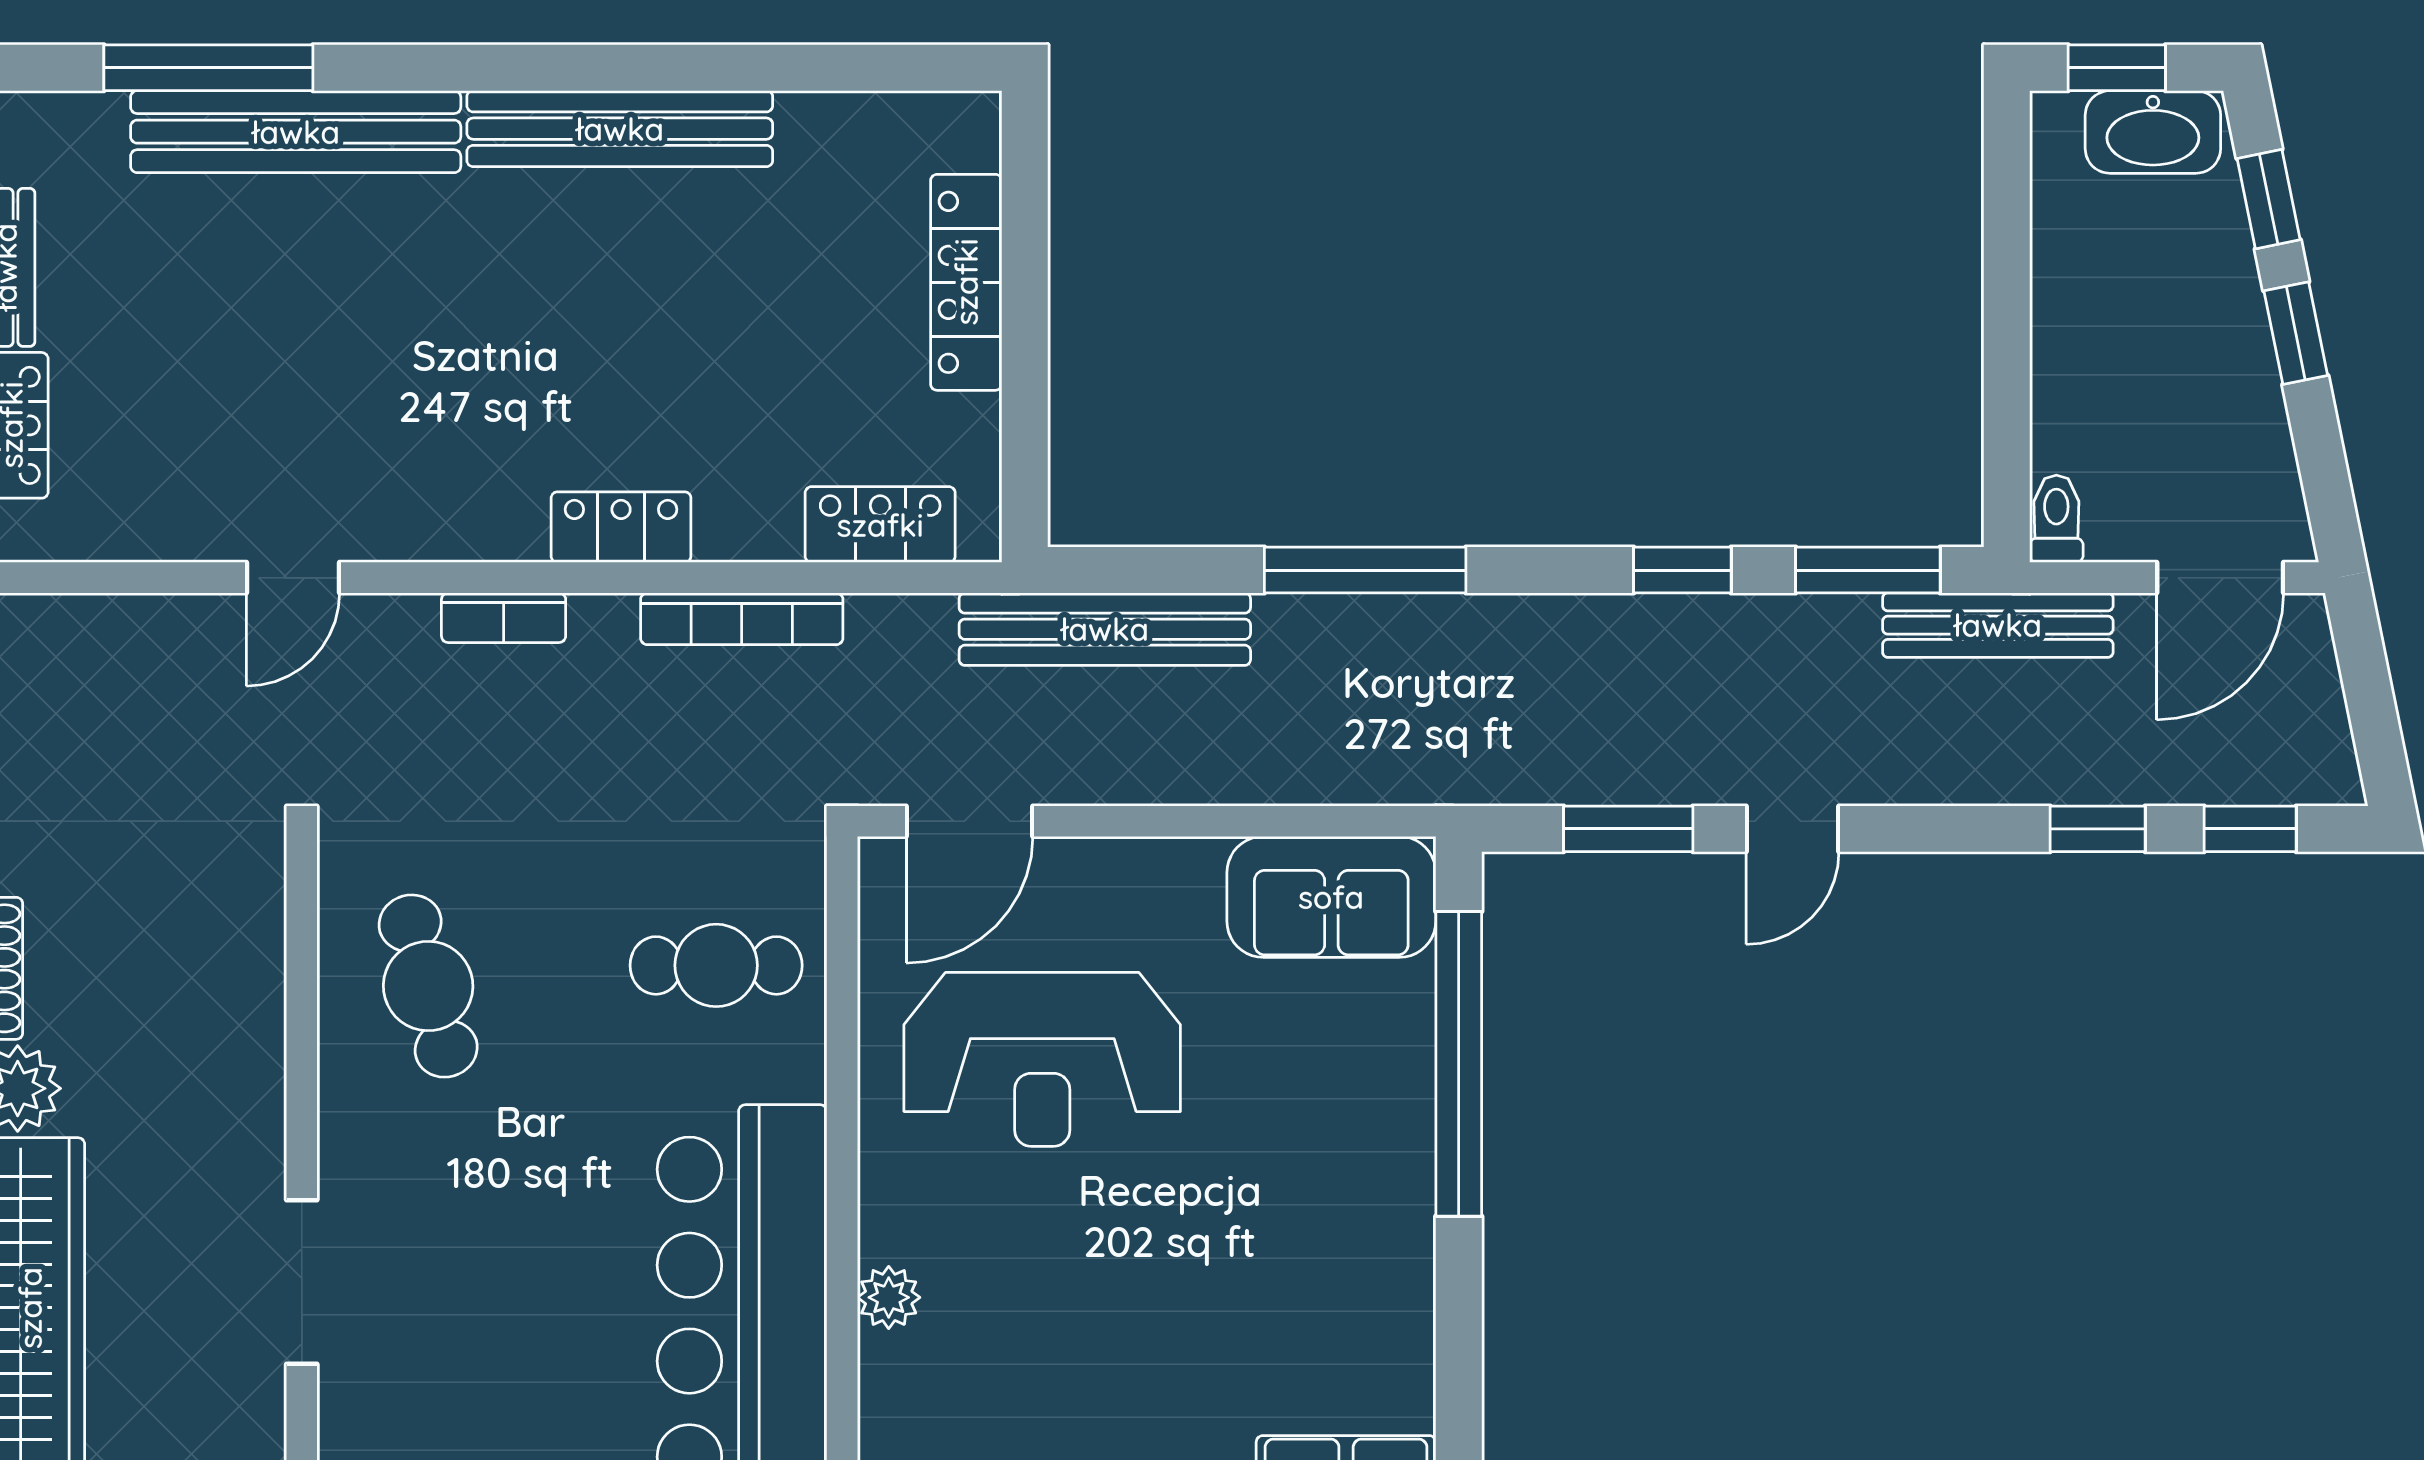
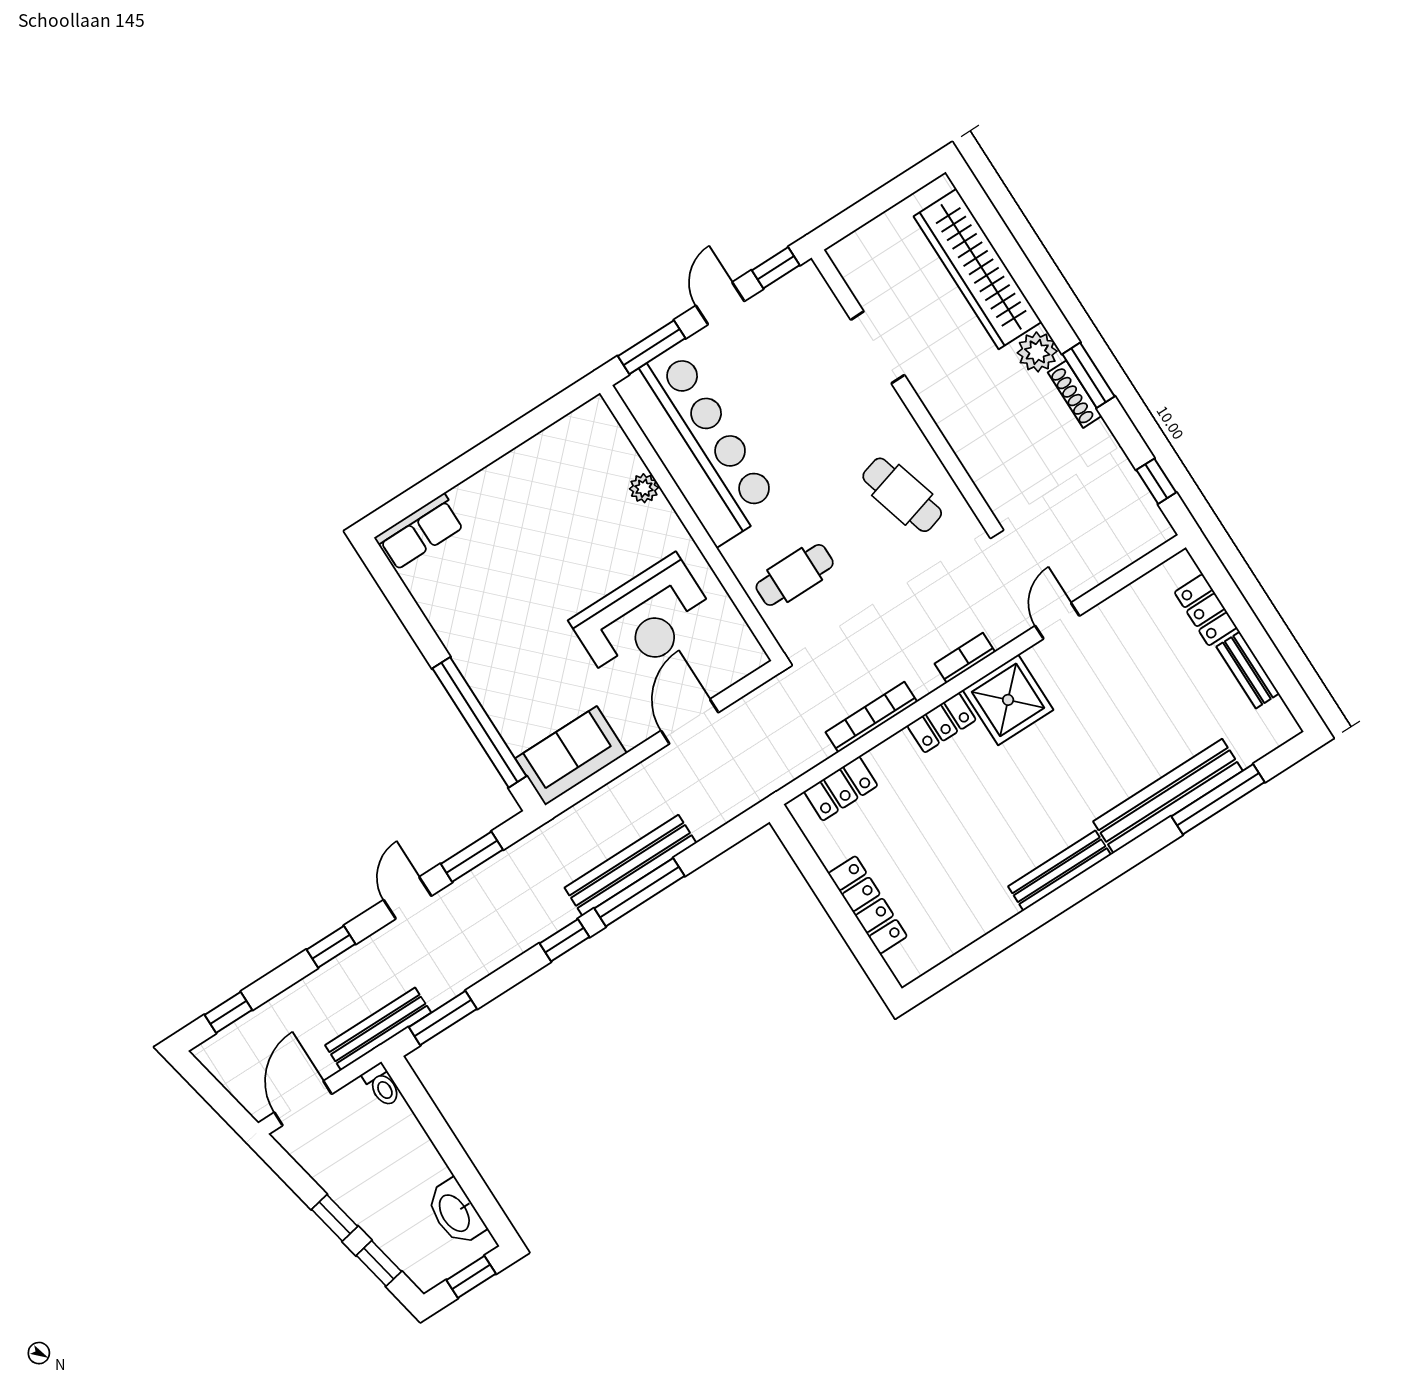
bench: (620, 129) -> (1060, 871), width x0.73, depth x0.82
washbasin: (2153, 132) -> (455, 1213), moved, turned -90
shower: (474, 491) -> (1008, 700), added
window: (1682, 570) -> (564, 940), moved
bench: (1105, 629) -> (630, 865), moved
door: (970, 821) -> (690, 722), moved
window: (2098, 829) -> (331, 947), moved
reception desk: (1042, 1059) -> (643, 620), turned 180

